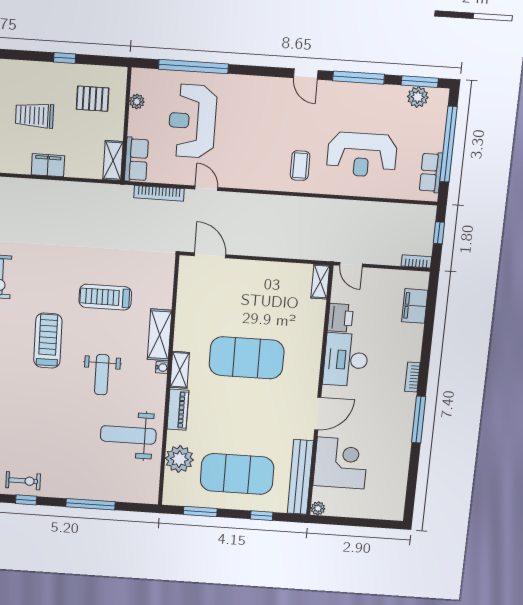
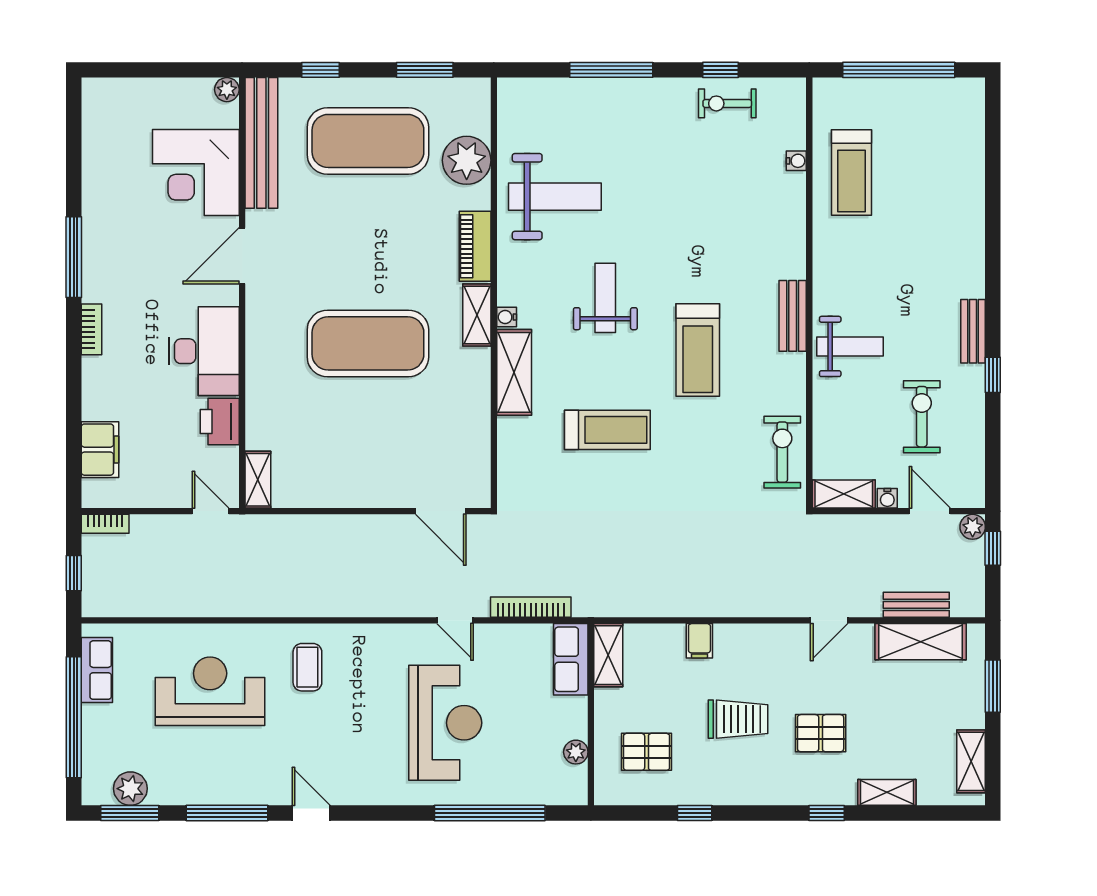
reception desk: (192, 121) -> (445, 723), moved
filing cabinet: (48, 165) -> (699, 641), width x0.50

